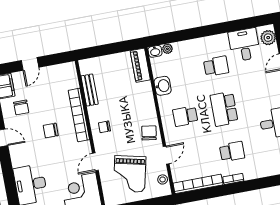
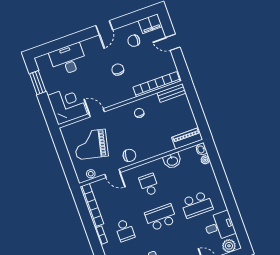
school desk: (216, 66) -> (197, 205), width x1.85
bench: (90, 90) -> (172, 93), moved
bookcase: (79, 115) -> (157, 84), moved
chair: (104, 127) -> (139, 113), moved

